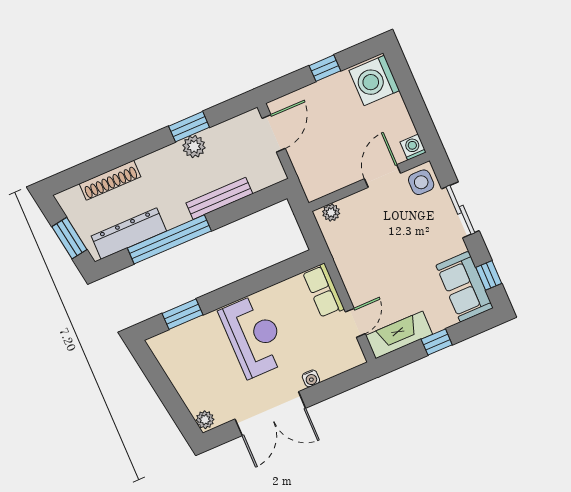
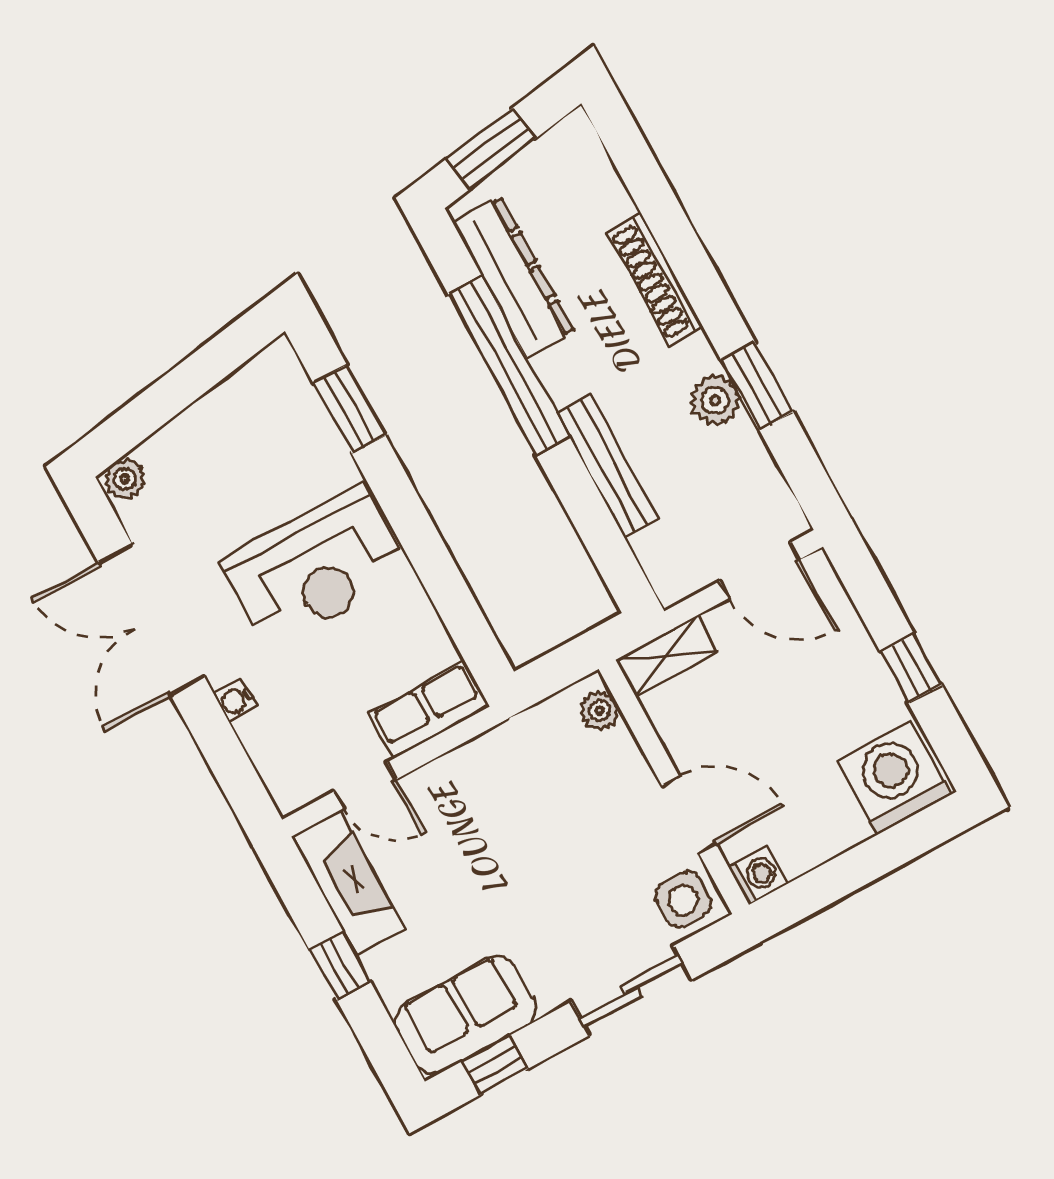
shoe rack: (110, 180) -> (655, 279), moved
shelving: (309, 180) -> (666, 656), added

